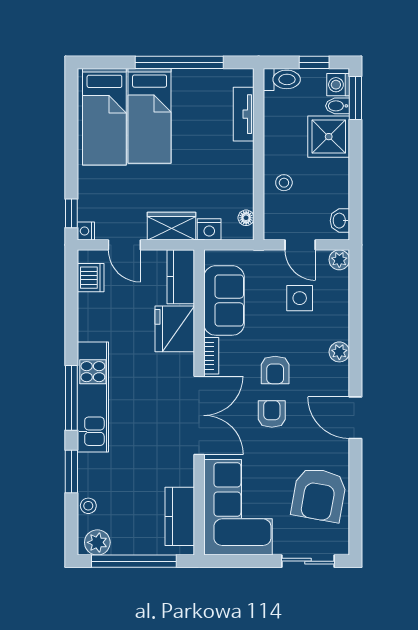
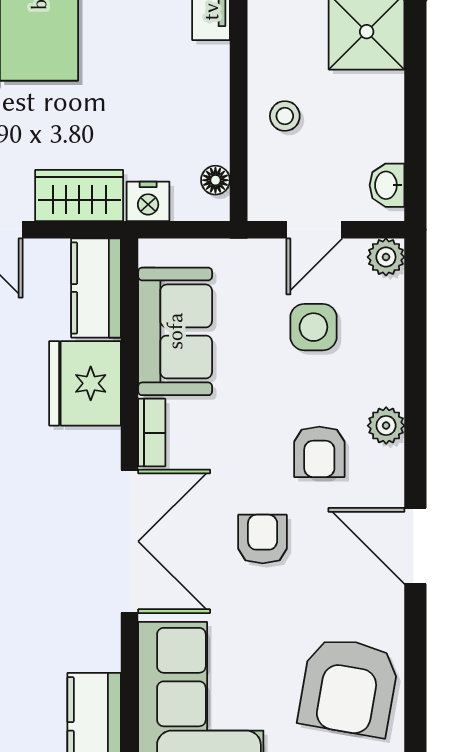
door: (300, 245) -> (314, 230), hinge flipped
armchair: (275, 370) -> (319, 452), moved

